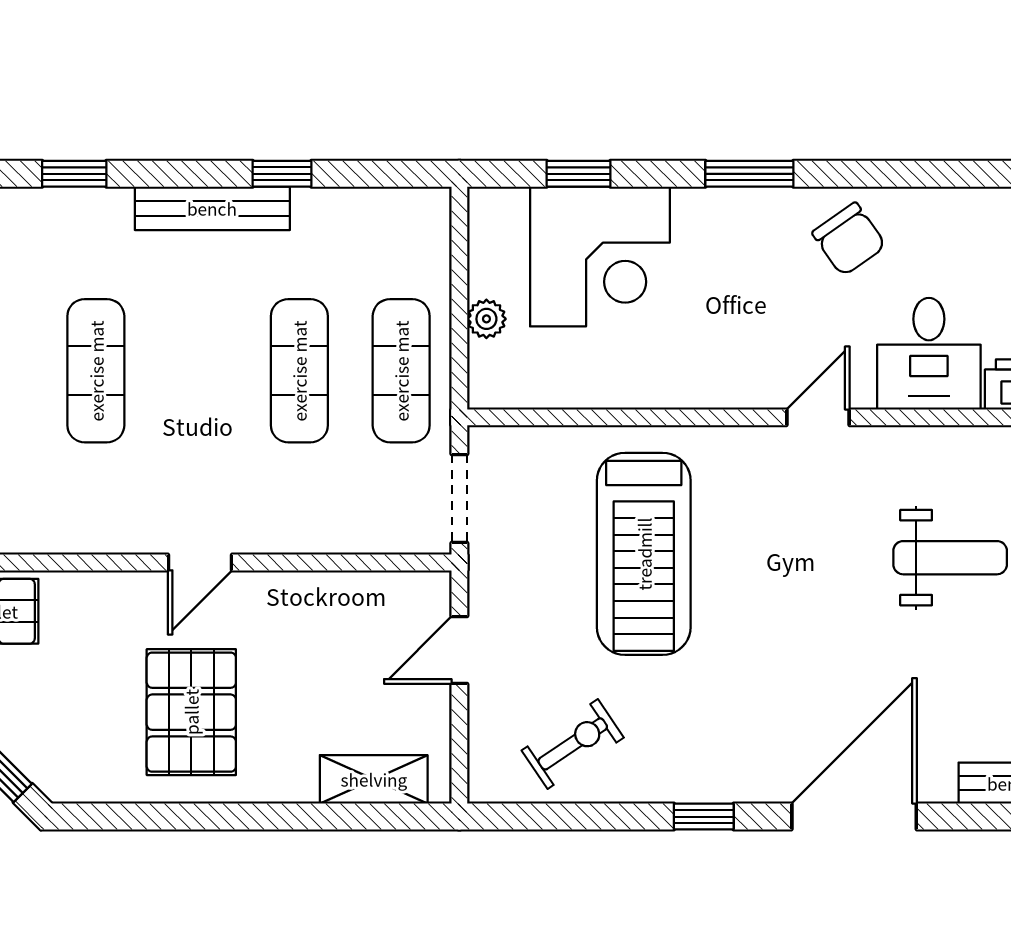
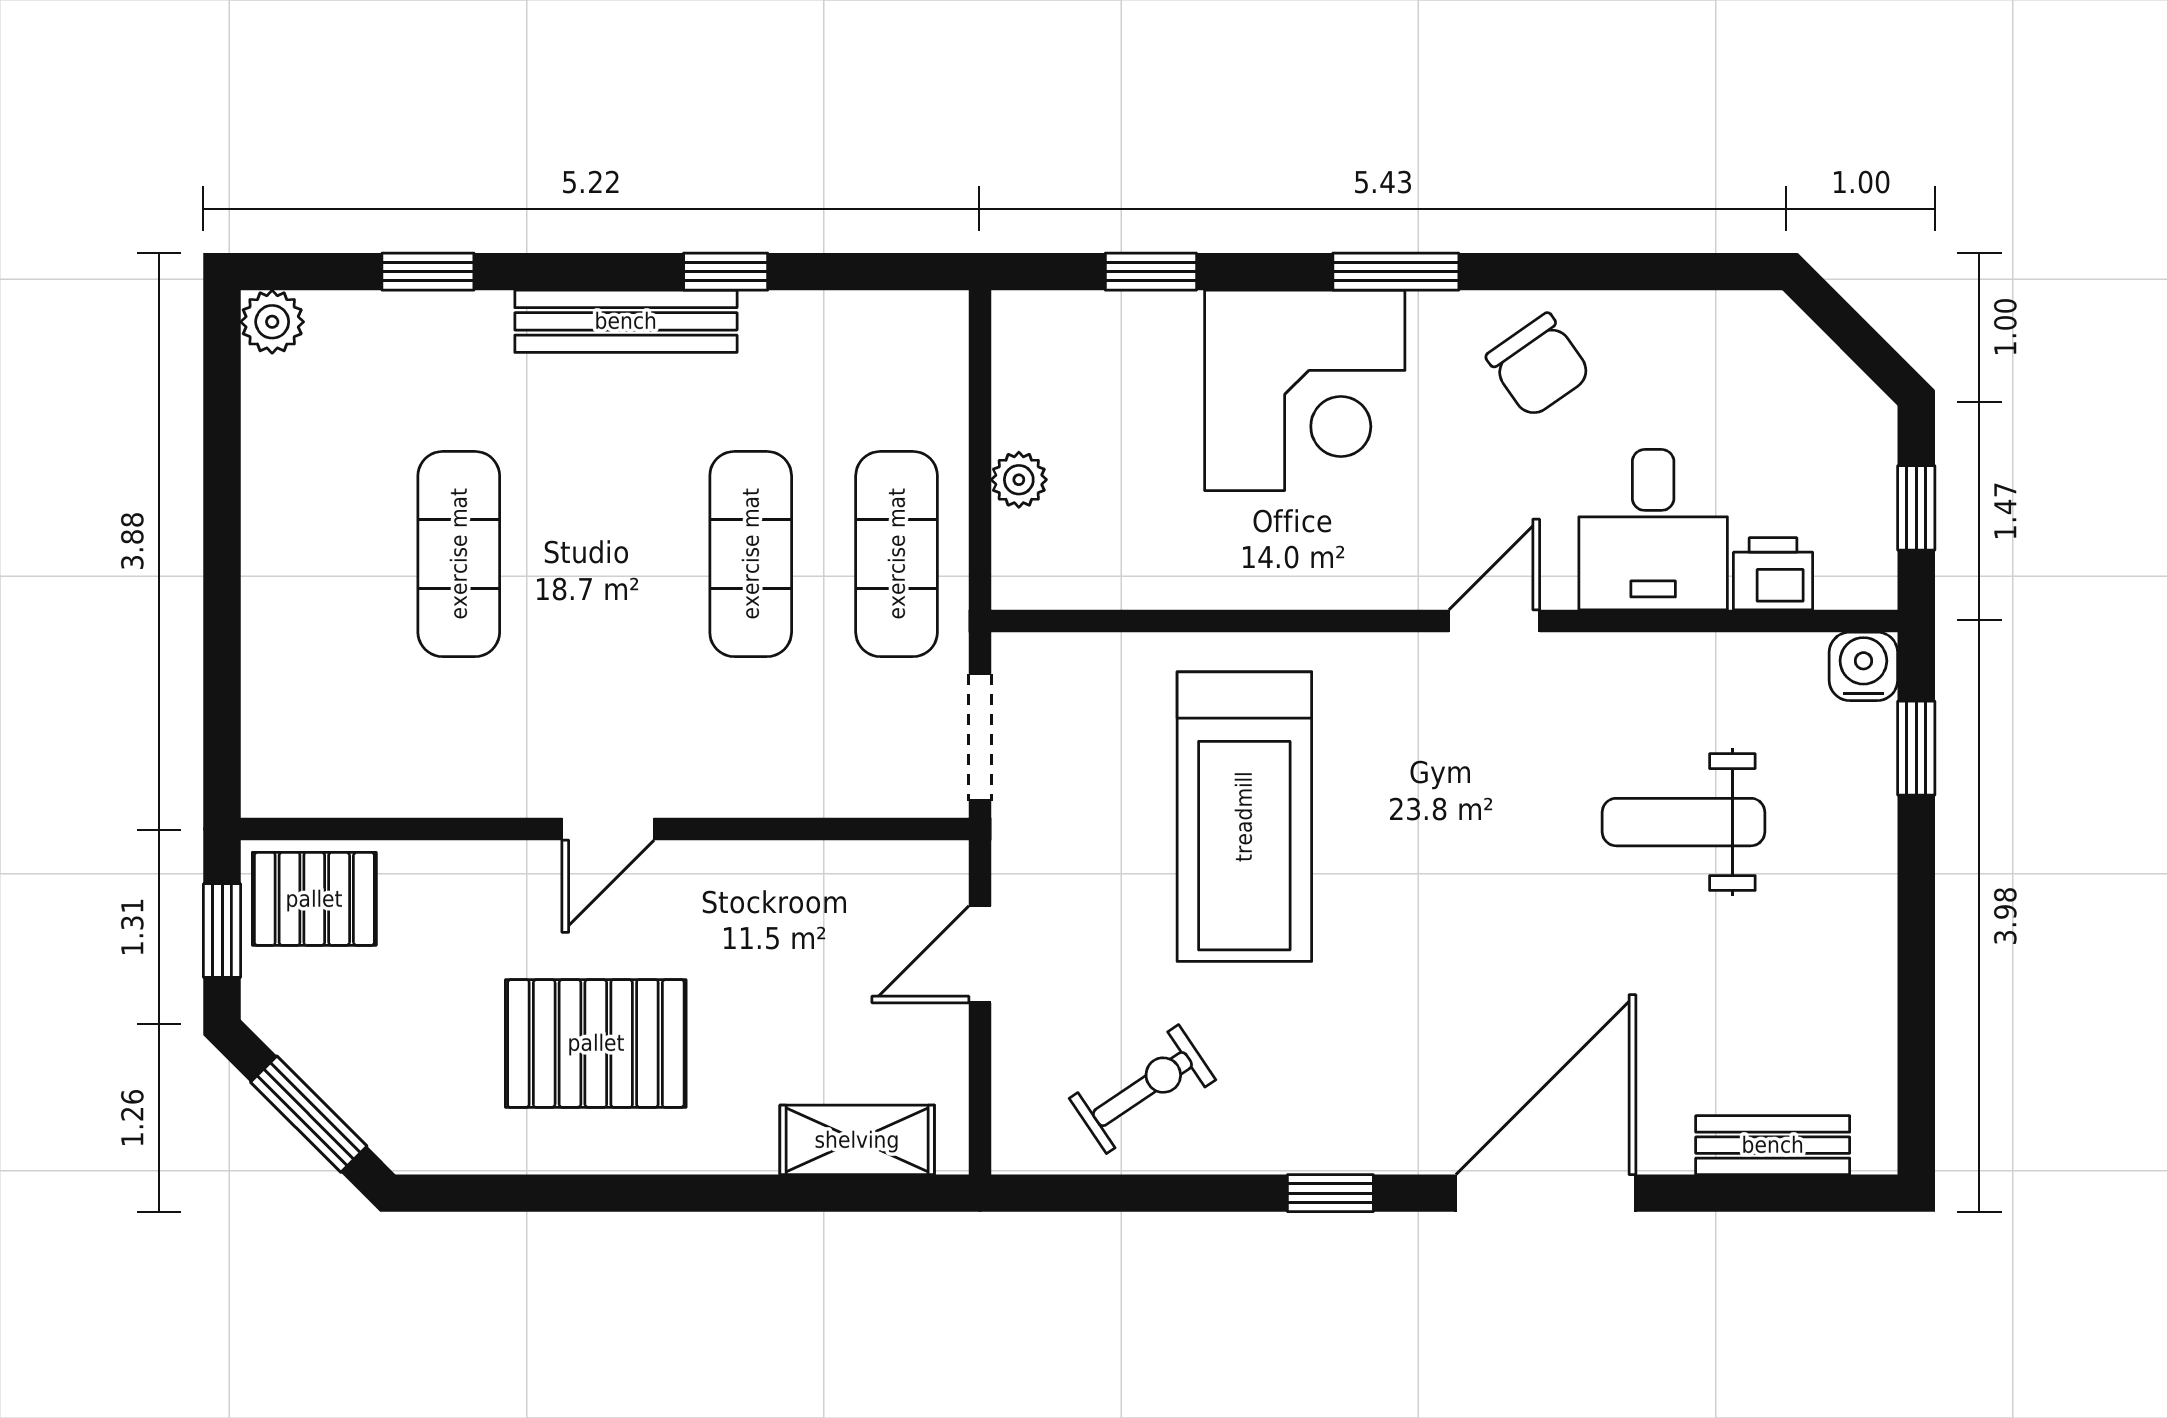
corner desk: (600, 257) -> (1305, 390), moved
weight bench: (950, 558) -> (1684, 822), turned 180
pallet: (191, 712) -> (596, 1043), turned 90

